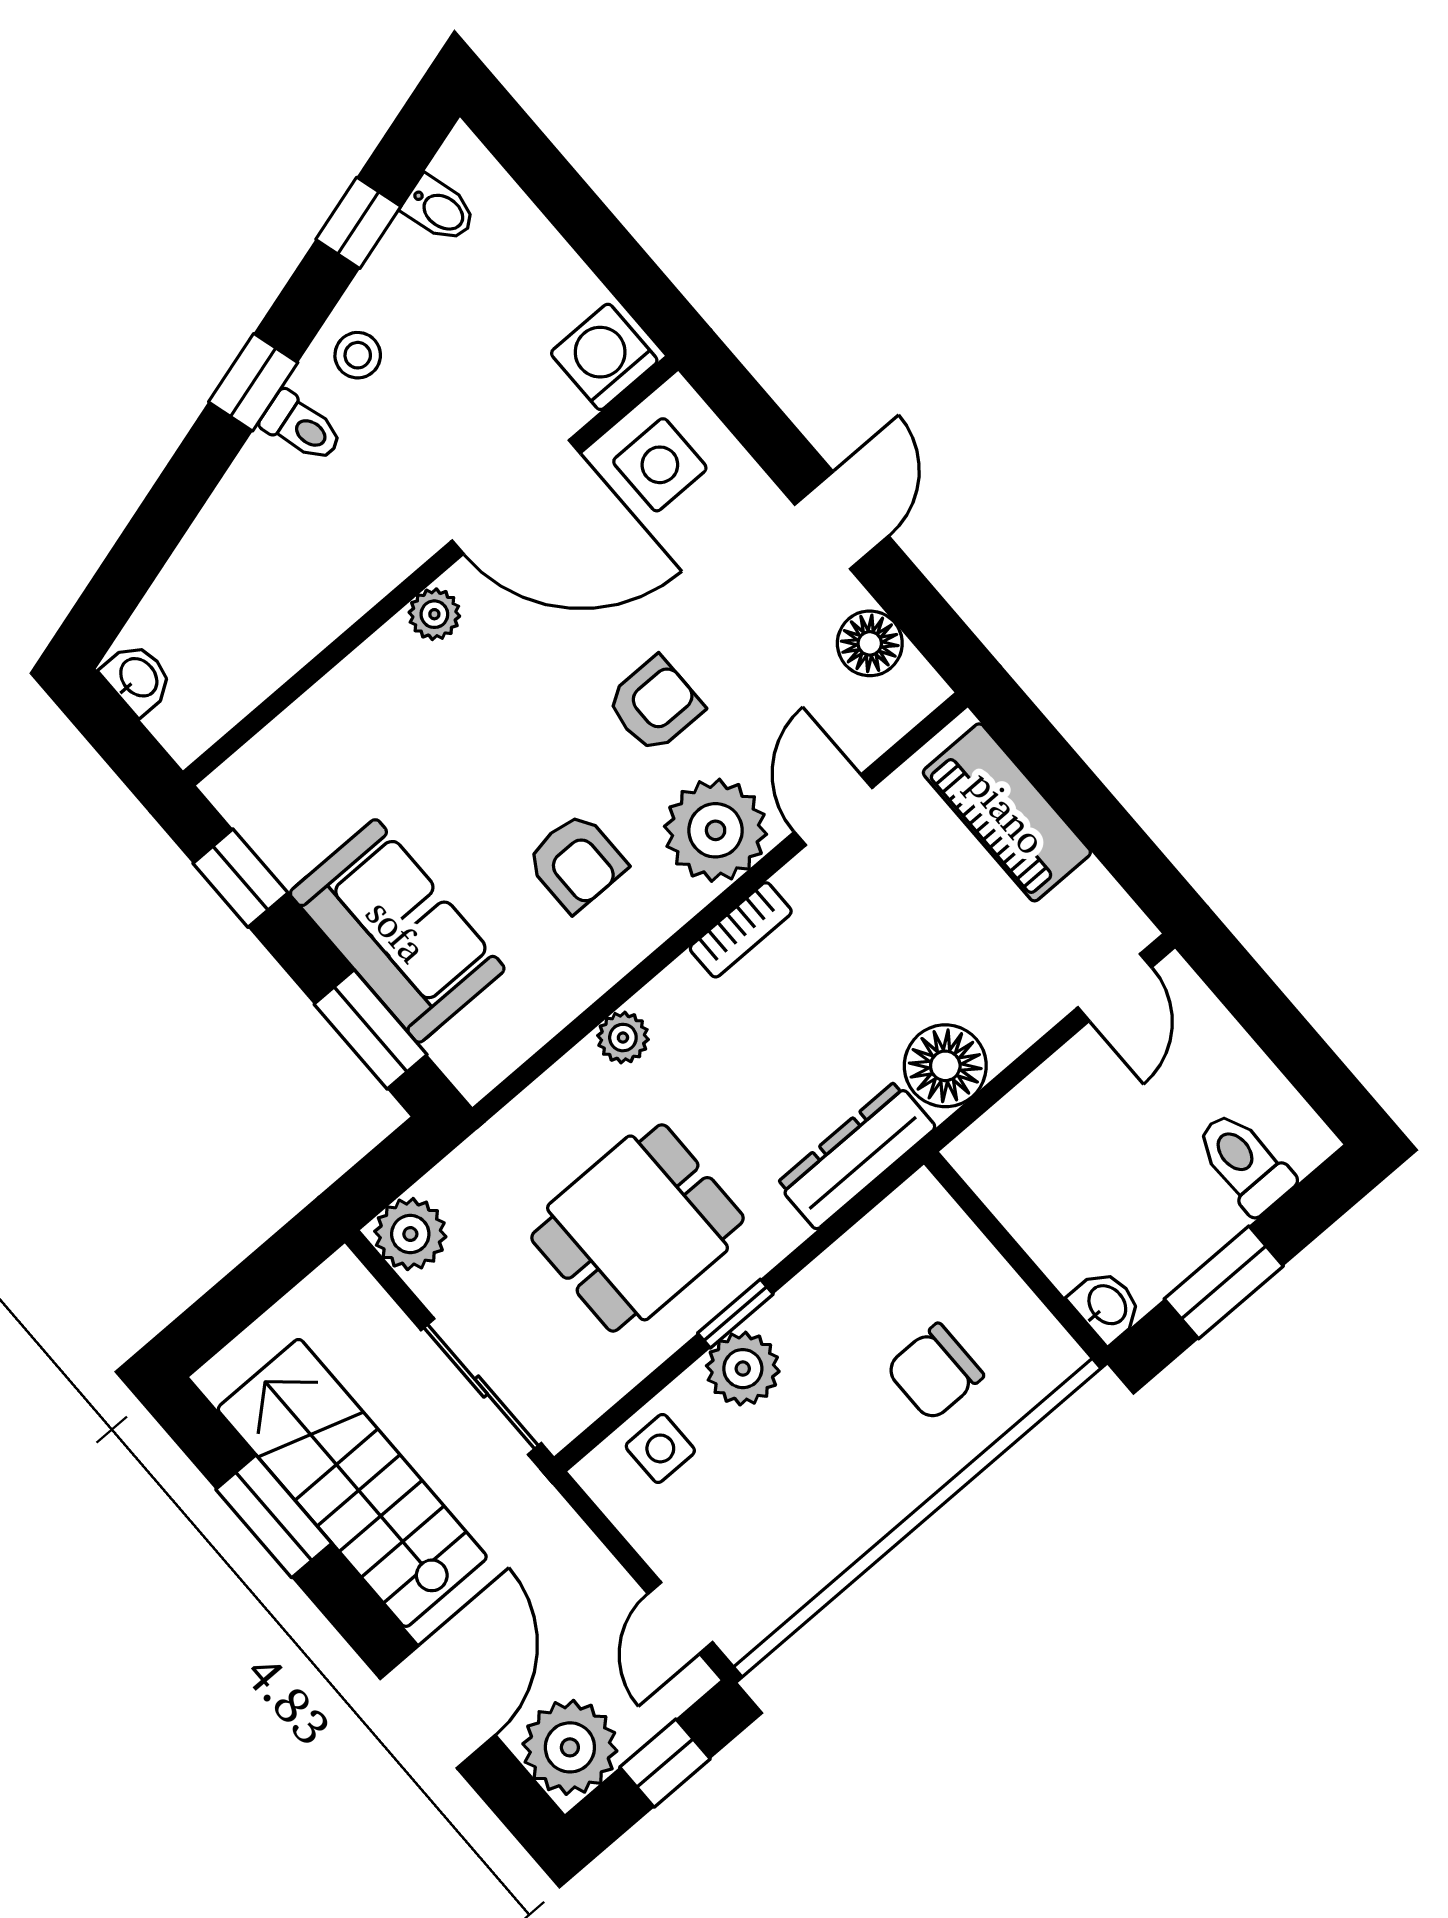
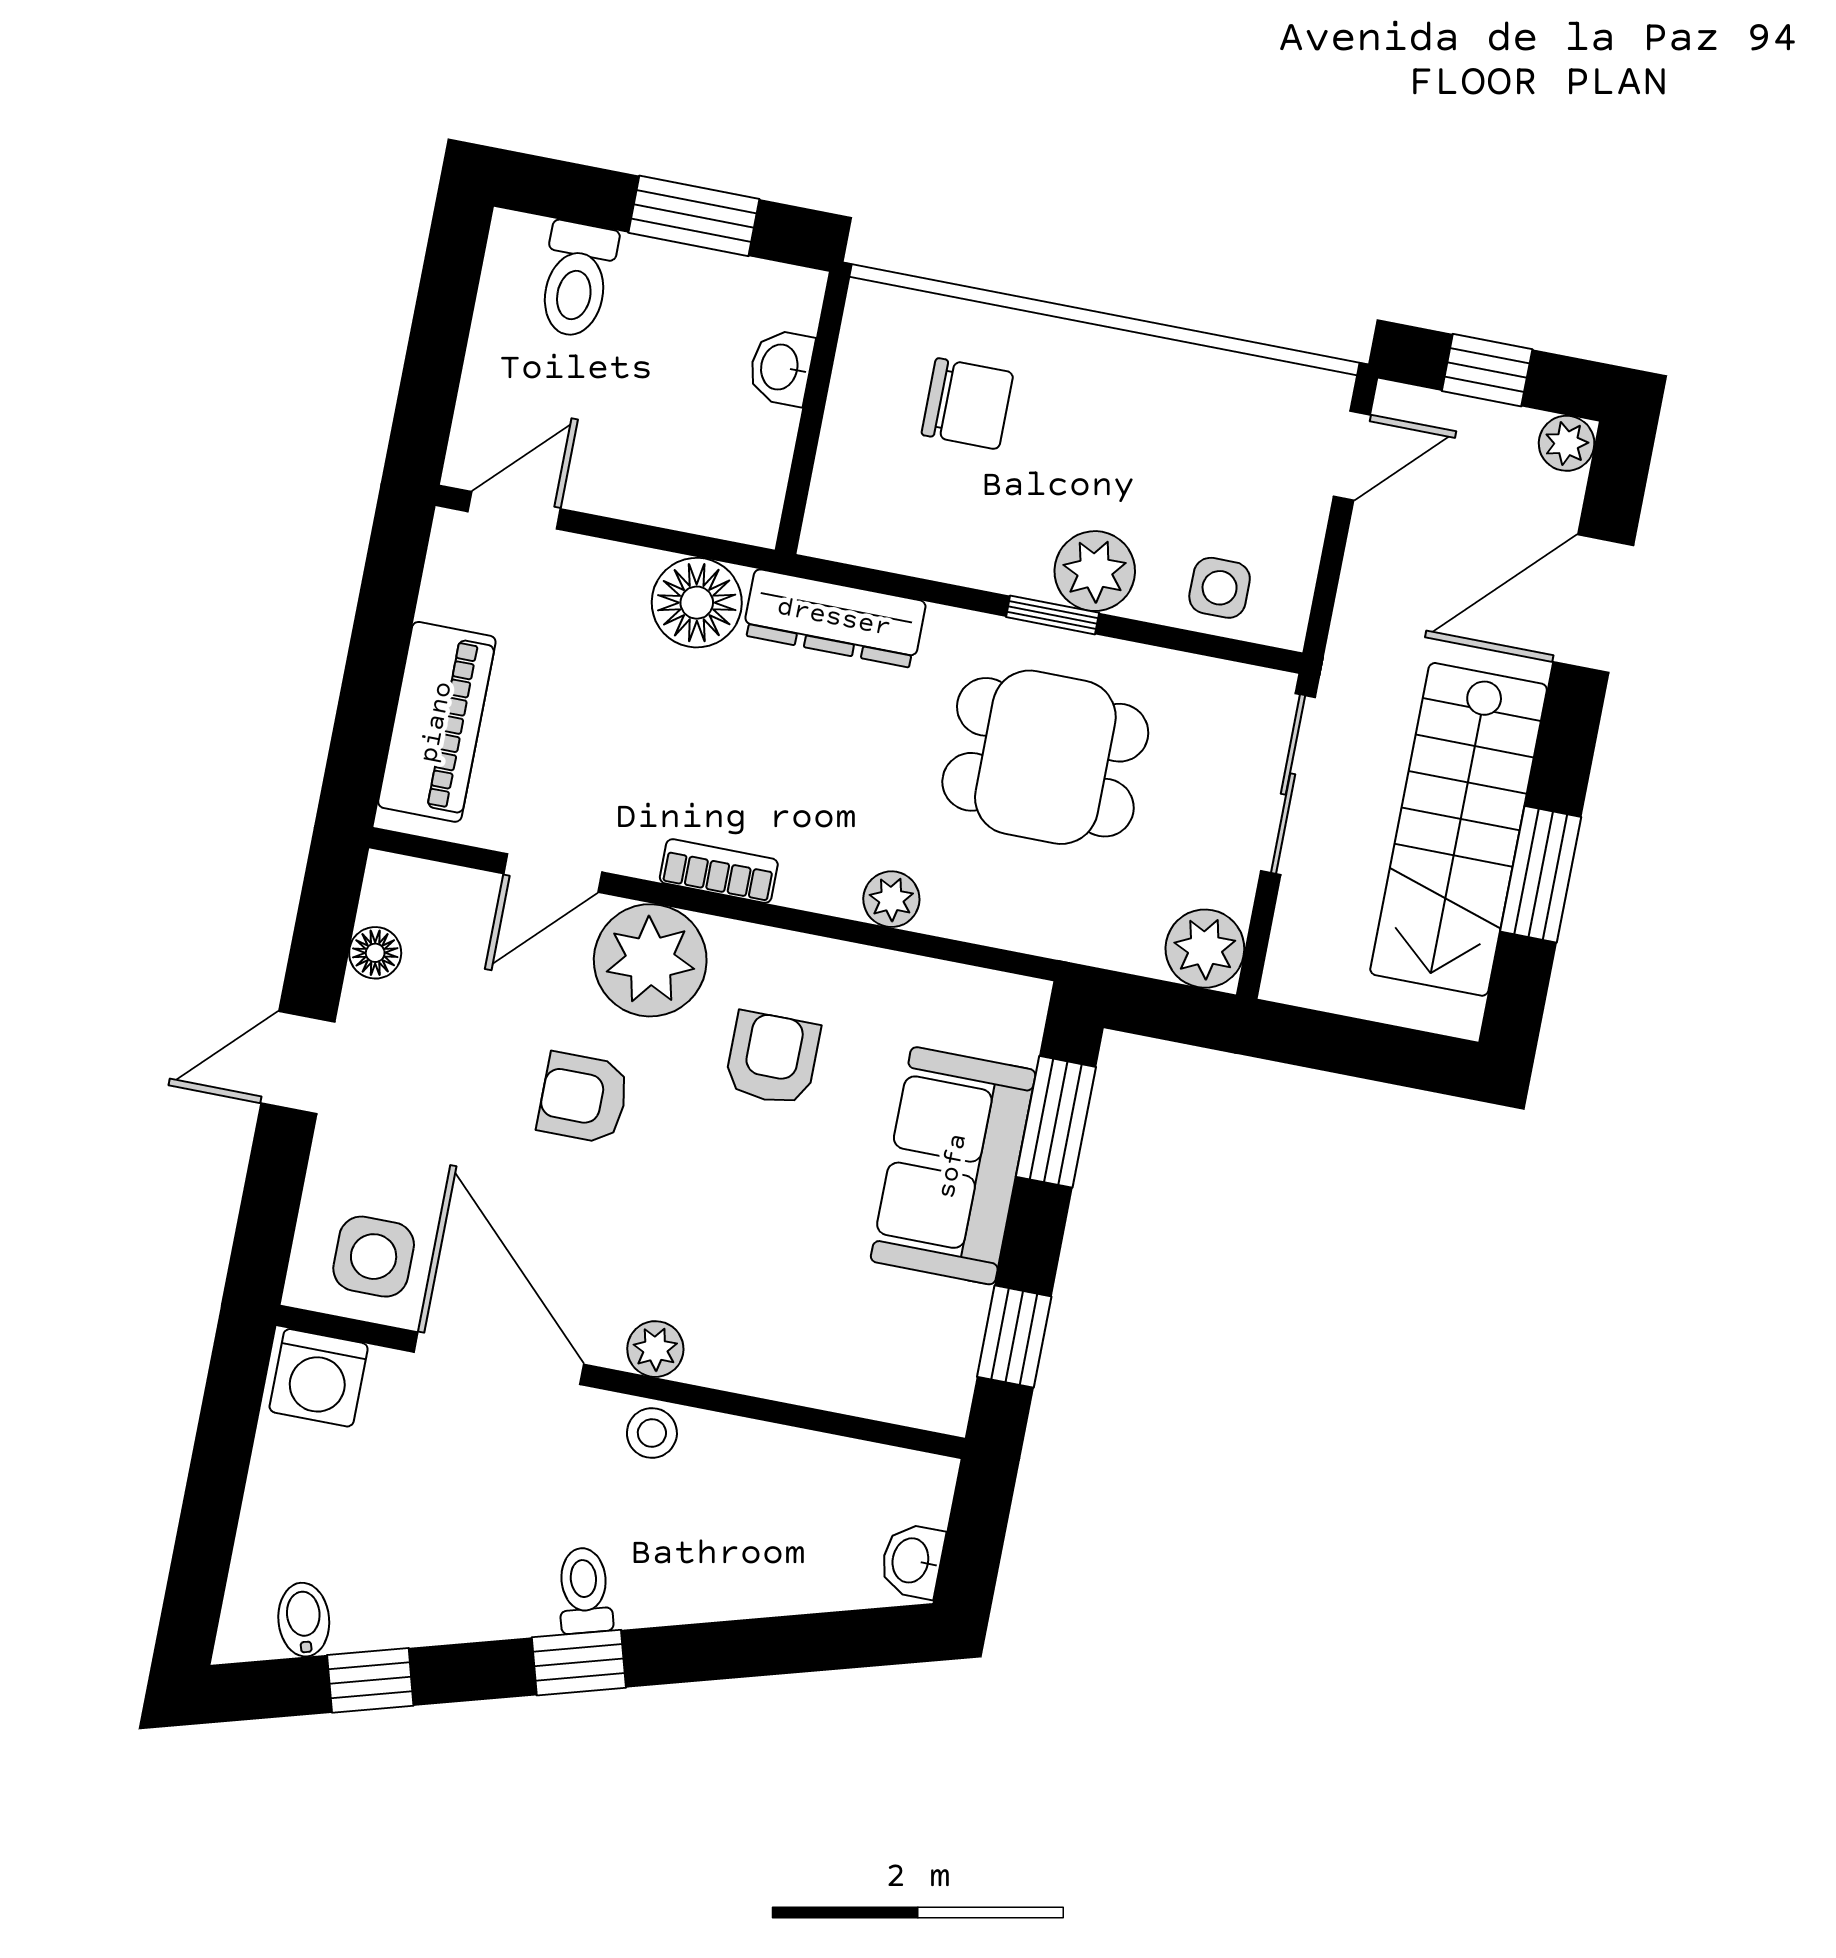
stool: (358, 355) -> (652, 1433), moved
floor lamp: (870, 643) -> (375, 953), width x0.73, depth x0.73
washbasin: (1106, 1306) -> (781, 367), moved
plant: (570, 1747) -> (1567, 443), width x0.53, depth x0.53

